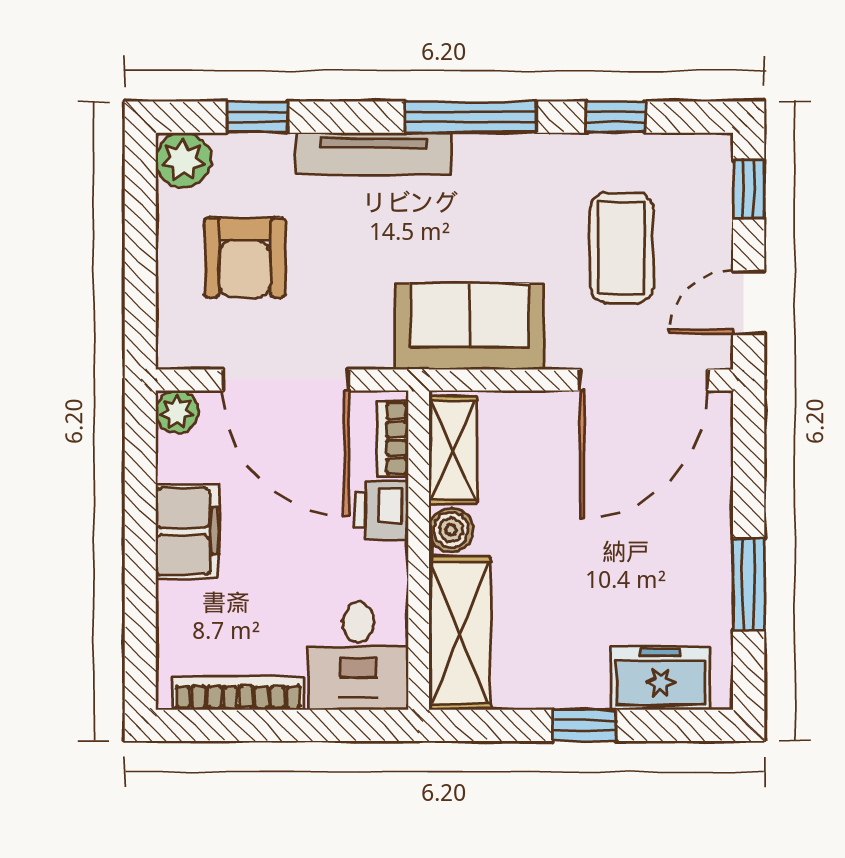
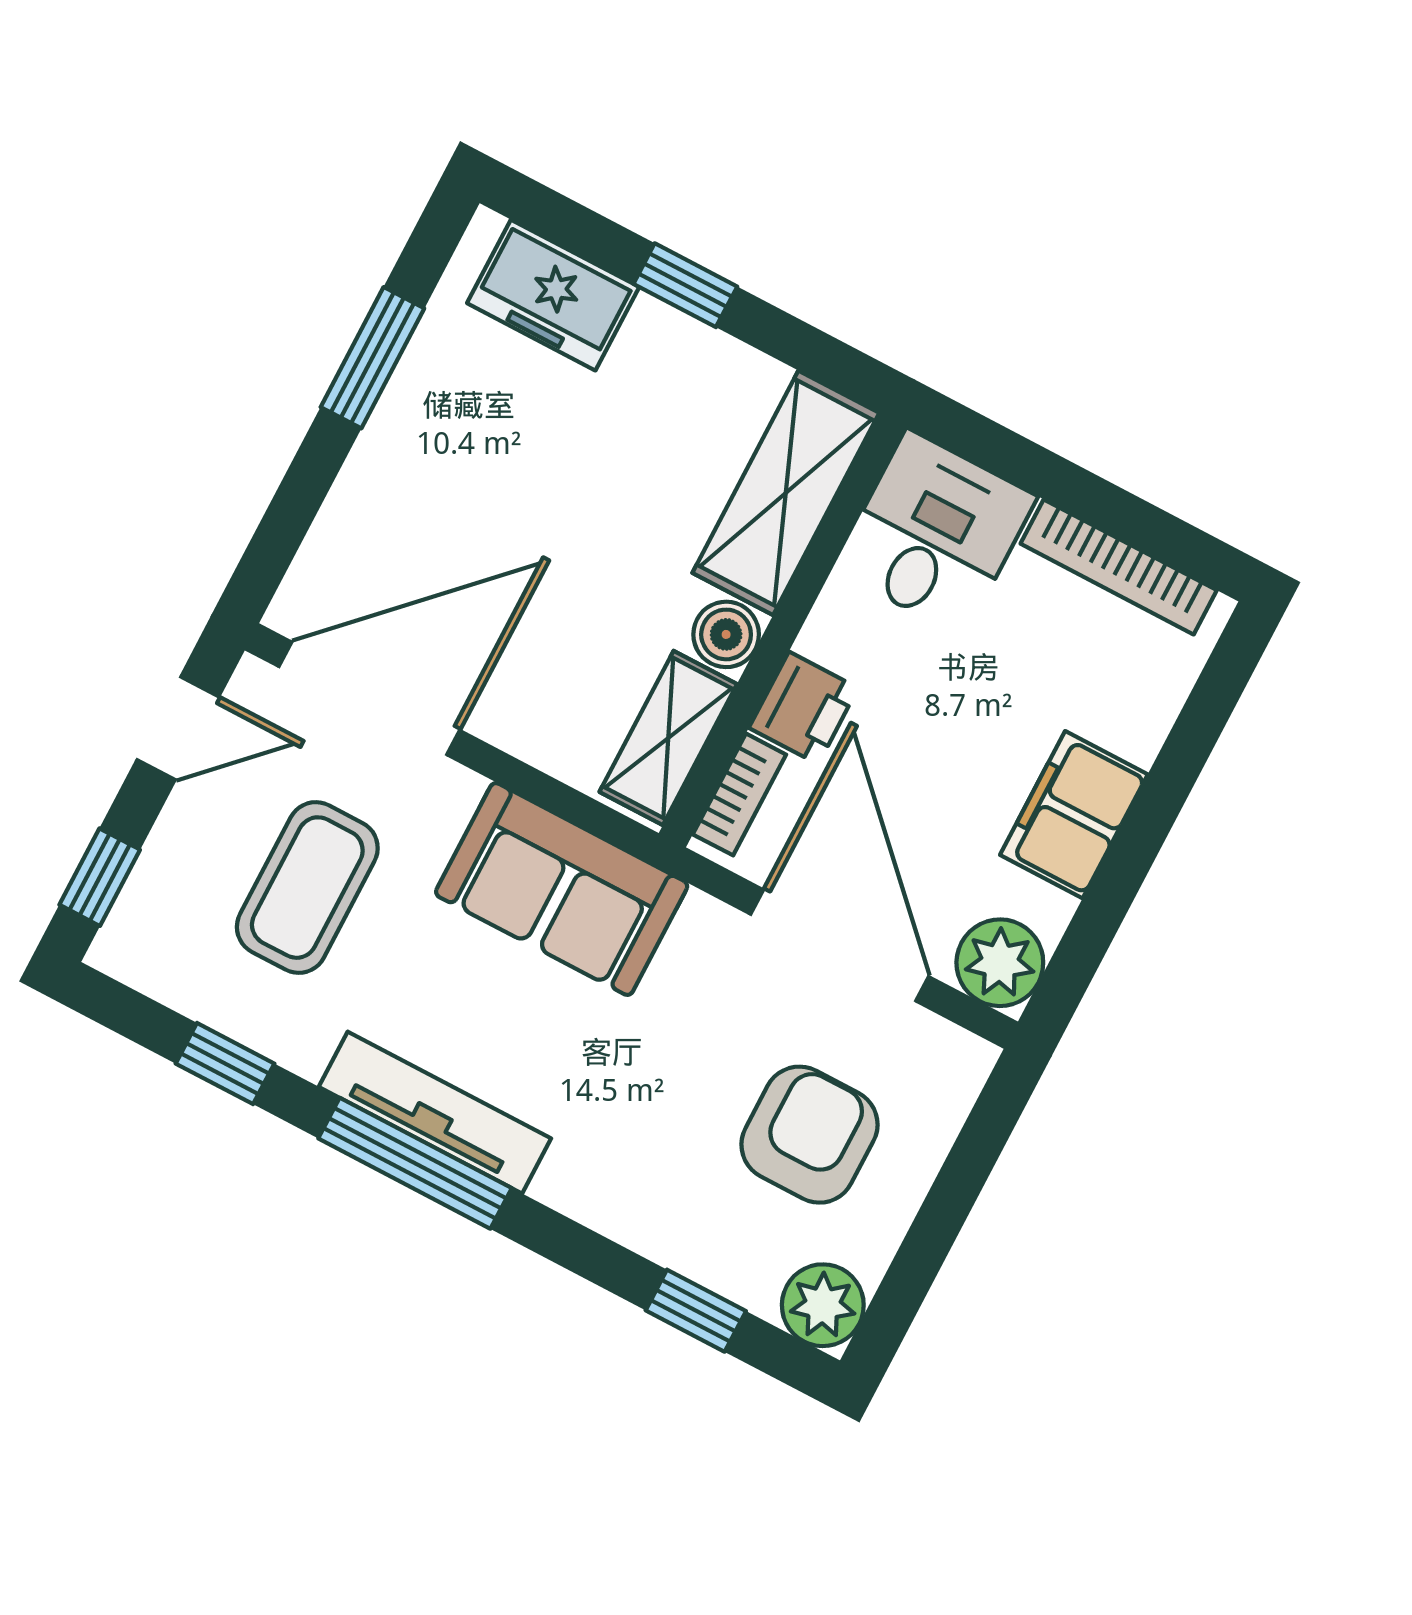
tv unit: (374, 153) -> (435, 1113), moved
plant: (177, 412) -> (1000, 963), width x1.38, depth x1.38

